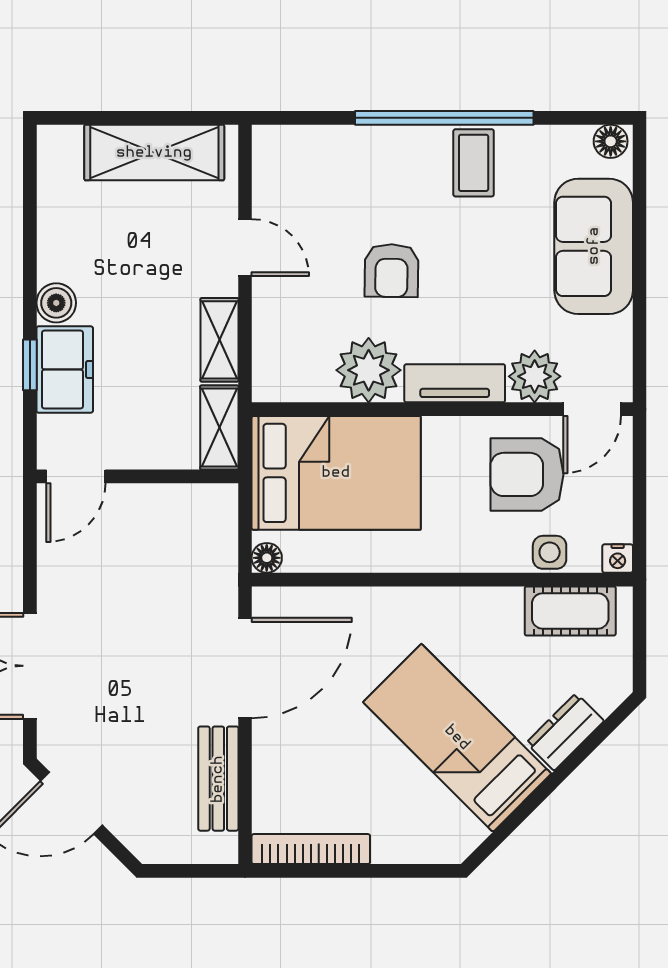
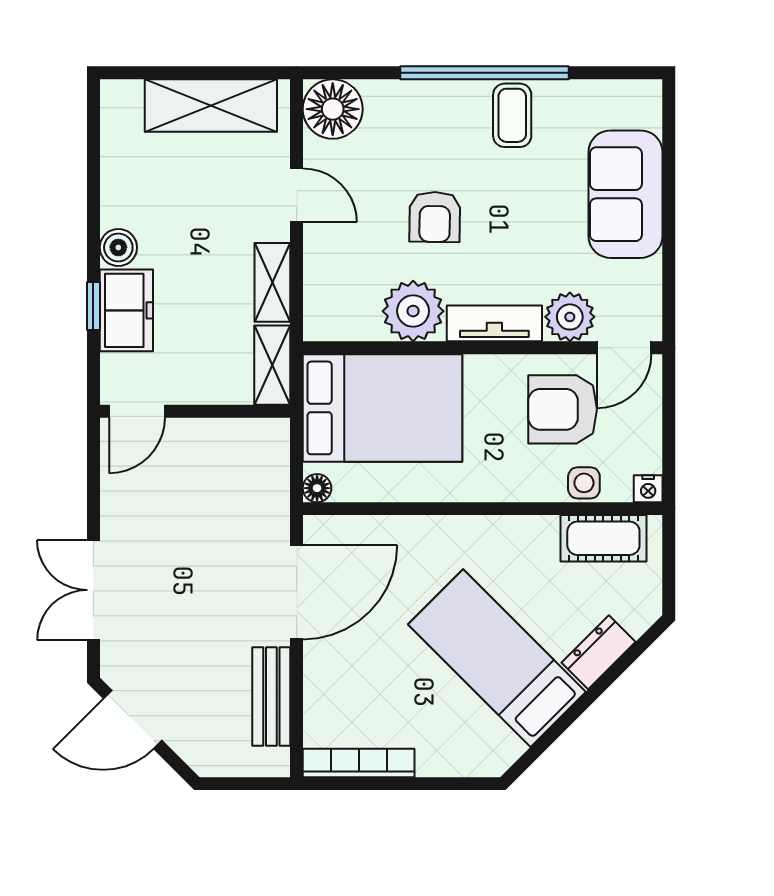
floor lamp: (611, 141) -> (333, 109), moved, width x1.89, depth x1.89

